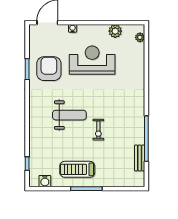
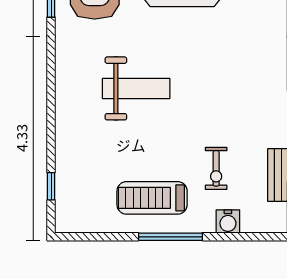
exercise bike: (98, 130) -> (216, 168), moved
water cooler: (45, 181) -> (228, 222), moved

